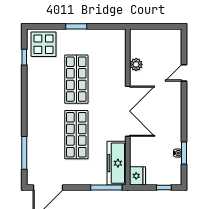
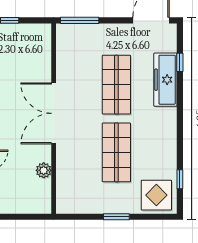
window: (24, 153) -> (180, 62), width x0.46
freezer: (117, 163) -> (165, 80), moved, turned 180
fridge: (137, 176) -> (42, 34), removed

